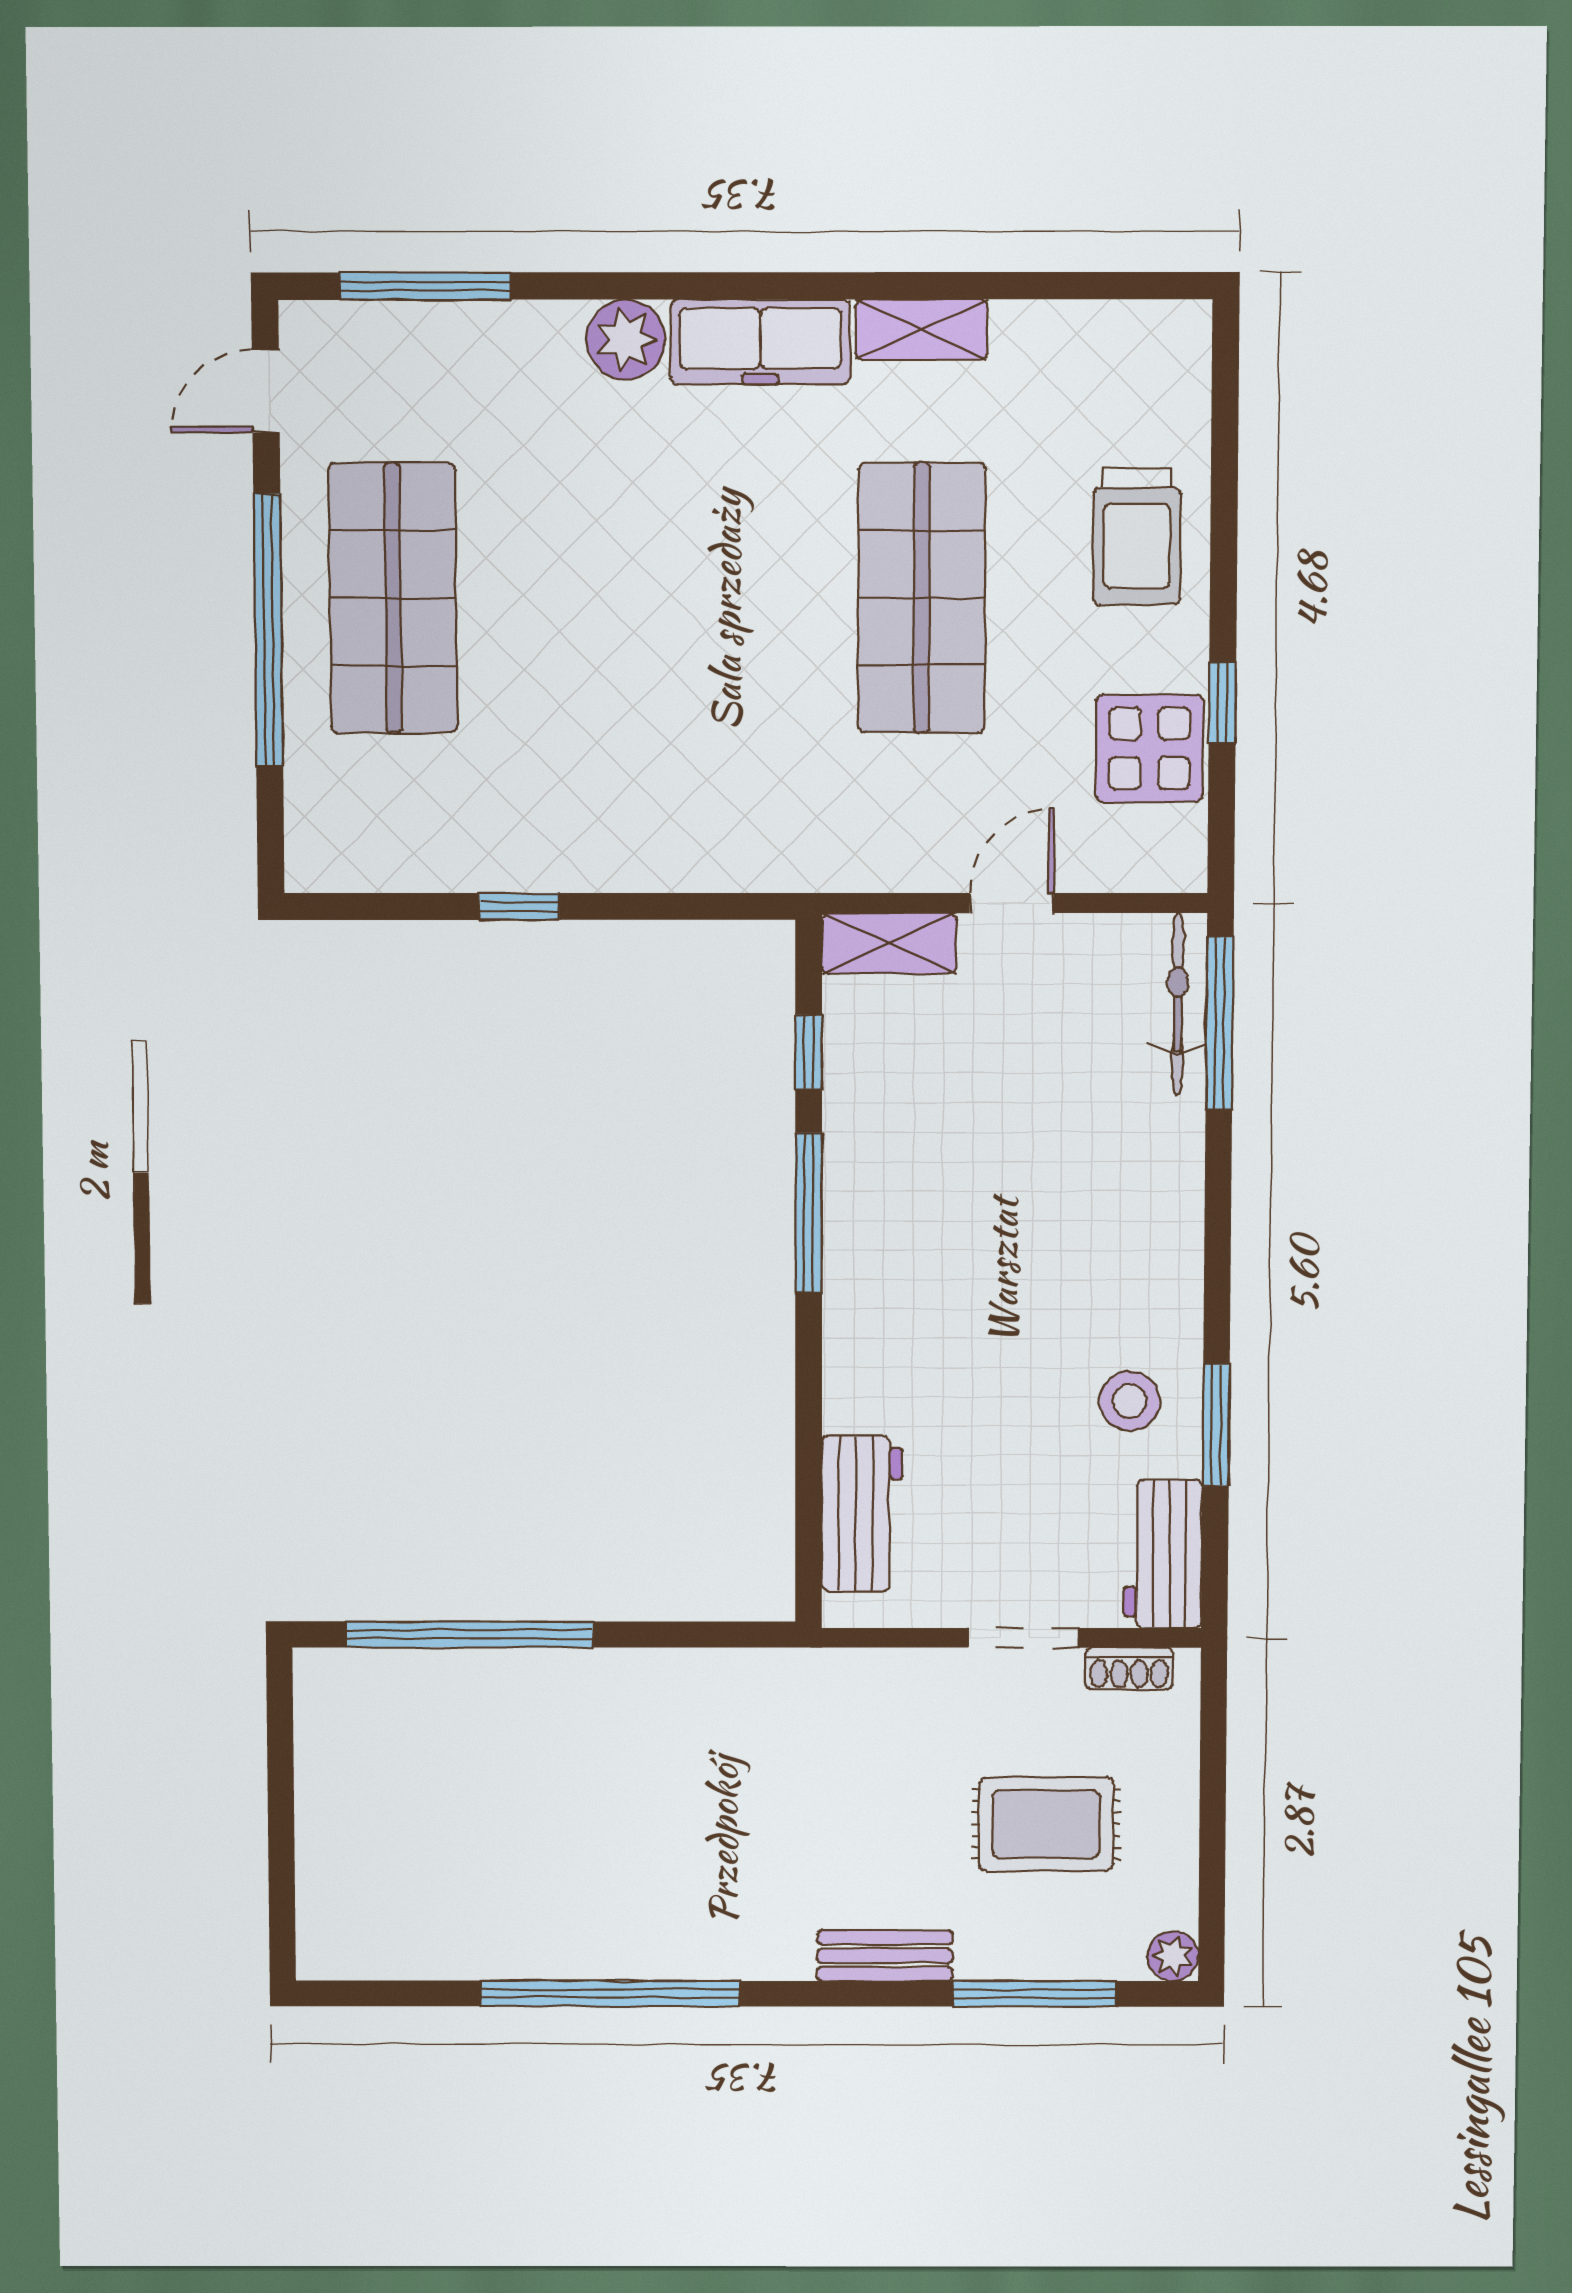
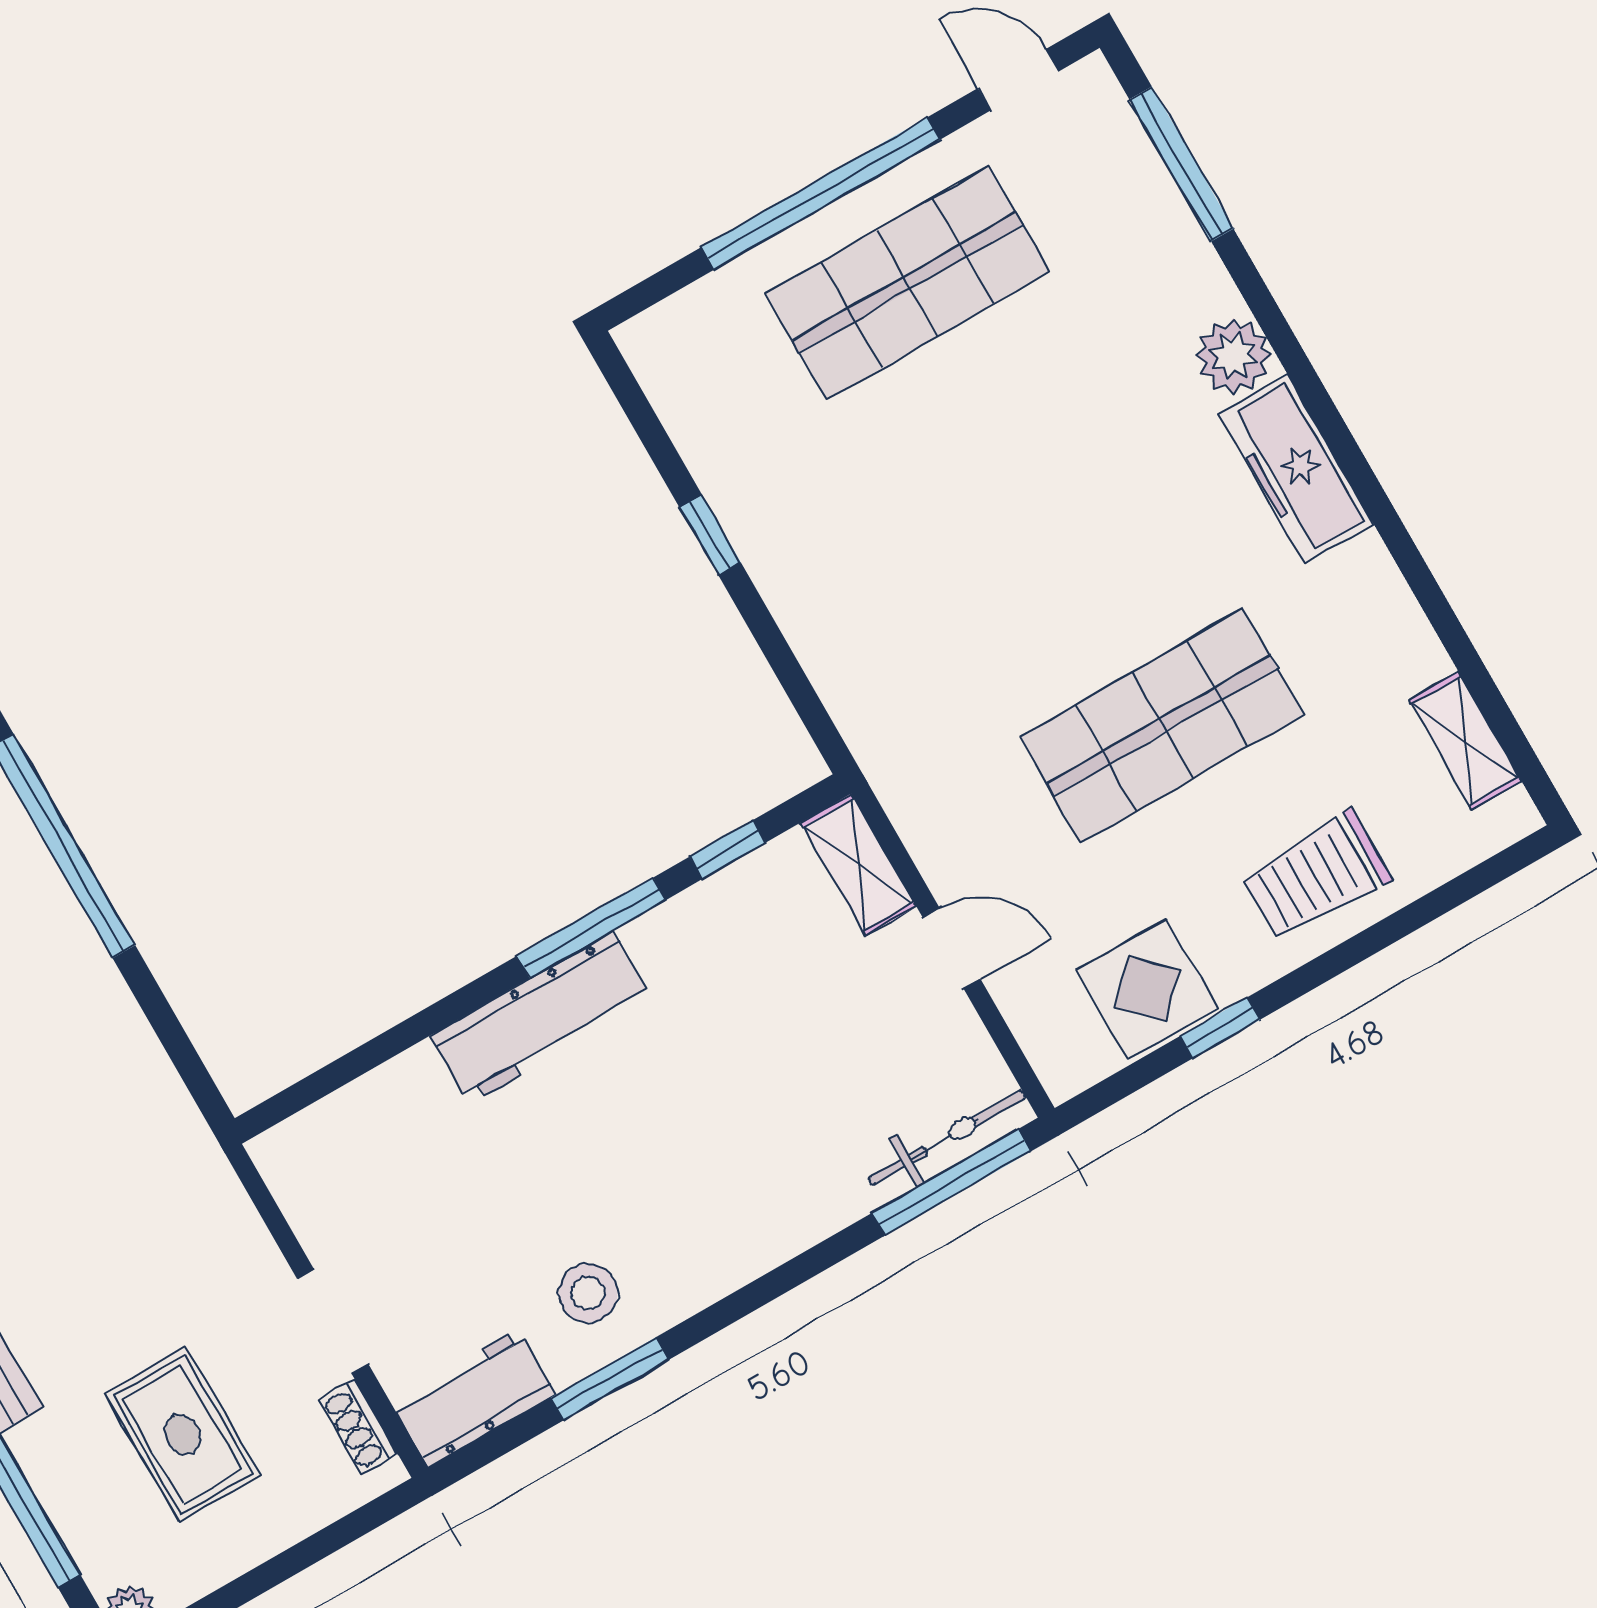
shelving: (921, 330) -> (1465, 741), moved
workbench: (862, 1514) -> (541, 1018), moved, width x1.38

